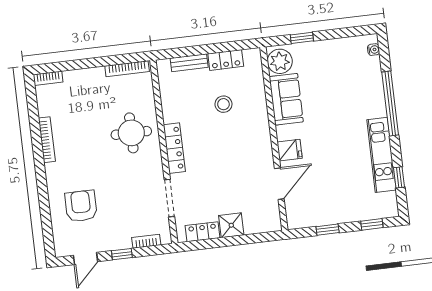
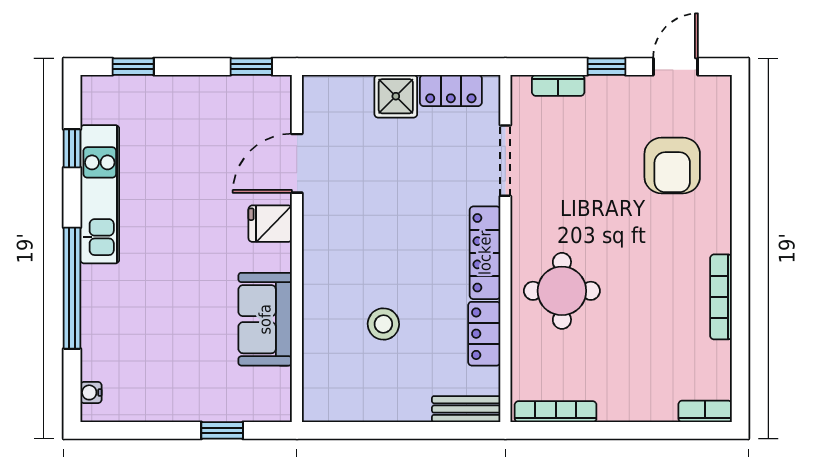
locker: (226, 60) -> (484, 334), moved, turned -90
plant: (280, 61) -> (269, 391), removed
bench: (189, 63) -> (466, 409), moved
window: (328, 230) -> (251, 67), moved

